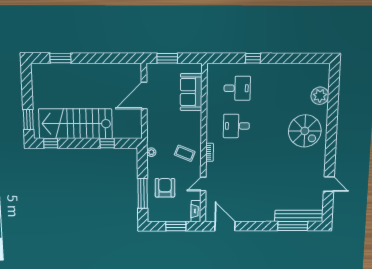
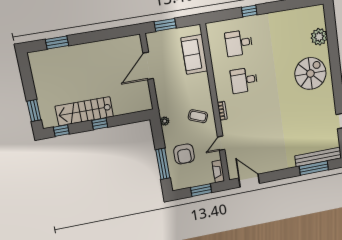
desk: (237, 88) -> (239, 43), turned 180
stairs: (75, 124) -> (84, 111), width x0.73, depth x0.66
spiral stairs: (305, 131) -> (310, 73), turned -90
window: (107, 143) -> (100, 124), moved
armchair: (165, 188) -> (184, 154), turned 180

